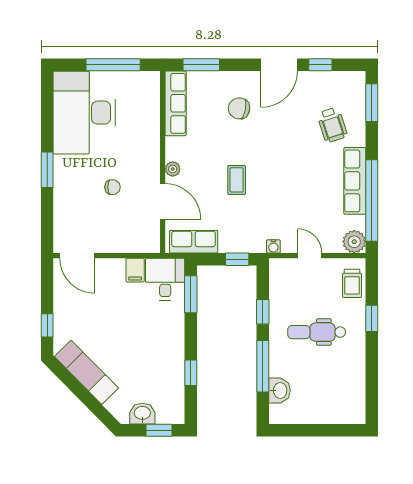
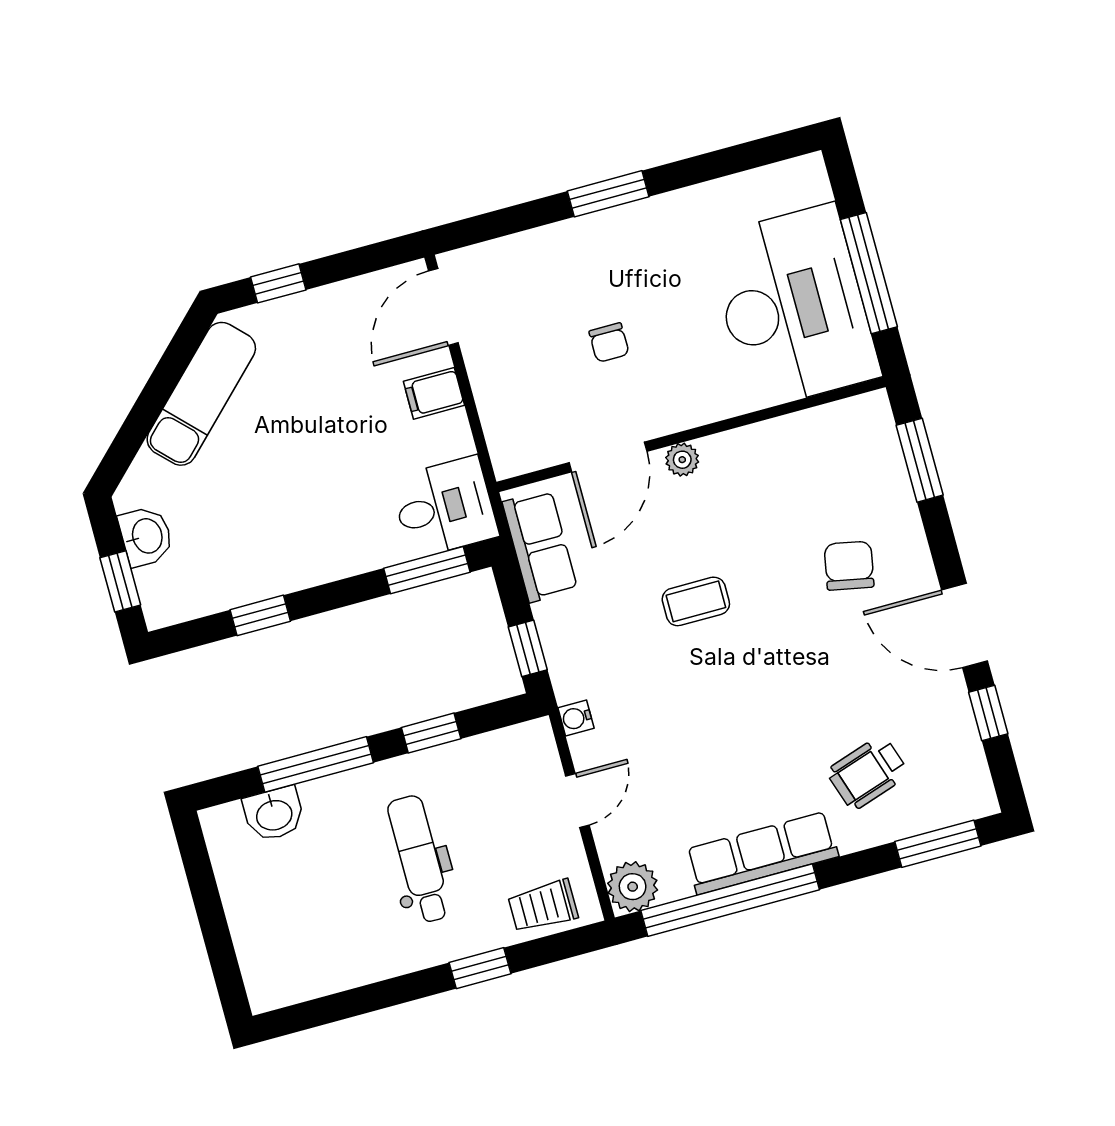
row of seats: (176, 103) -> (823, 428), removed
desk: (84, 113) -> (793, 307), moved, turned 90
filing cabinet: (135, 270) -> (434, 393), moved

